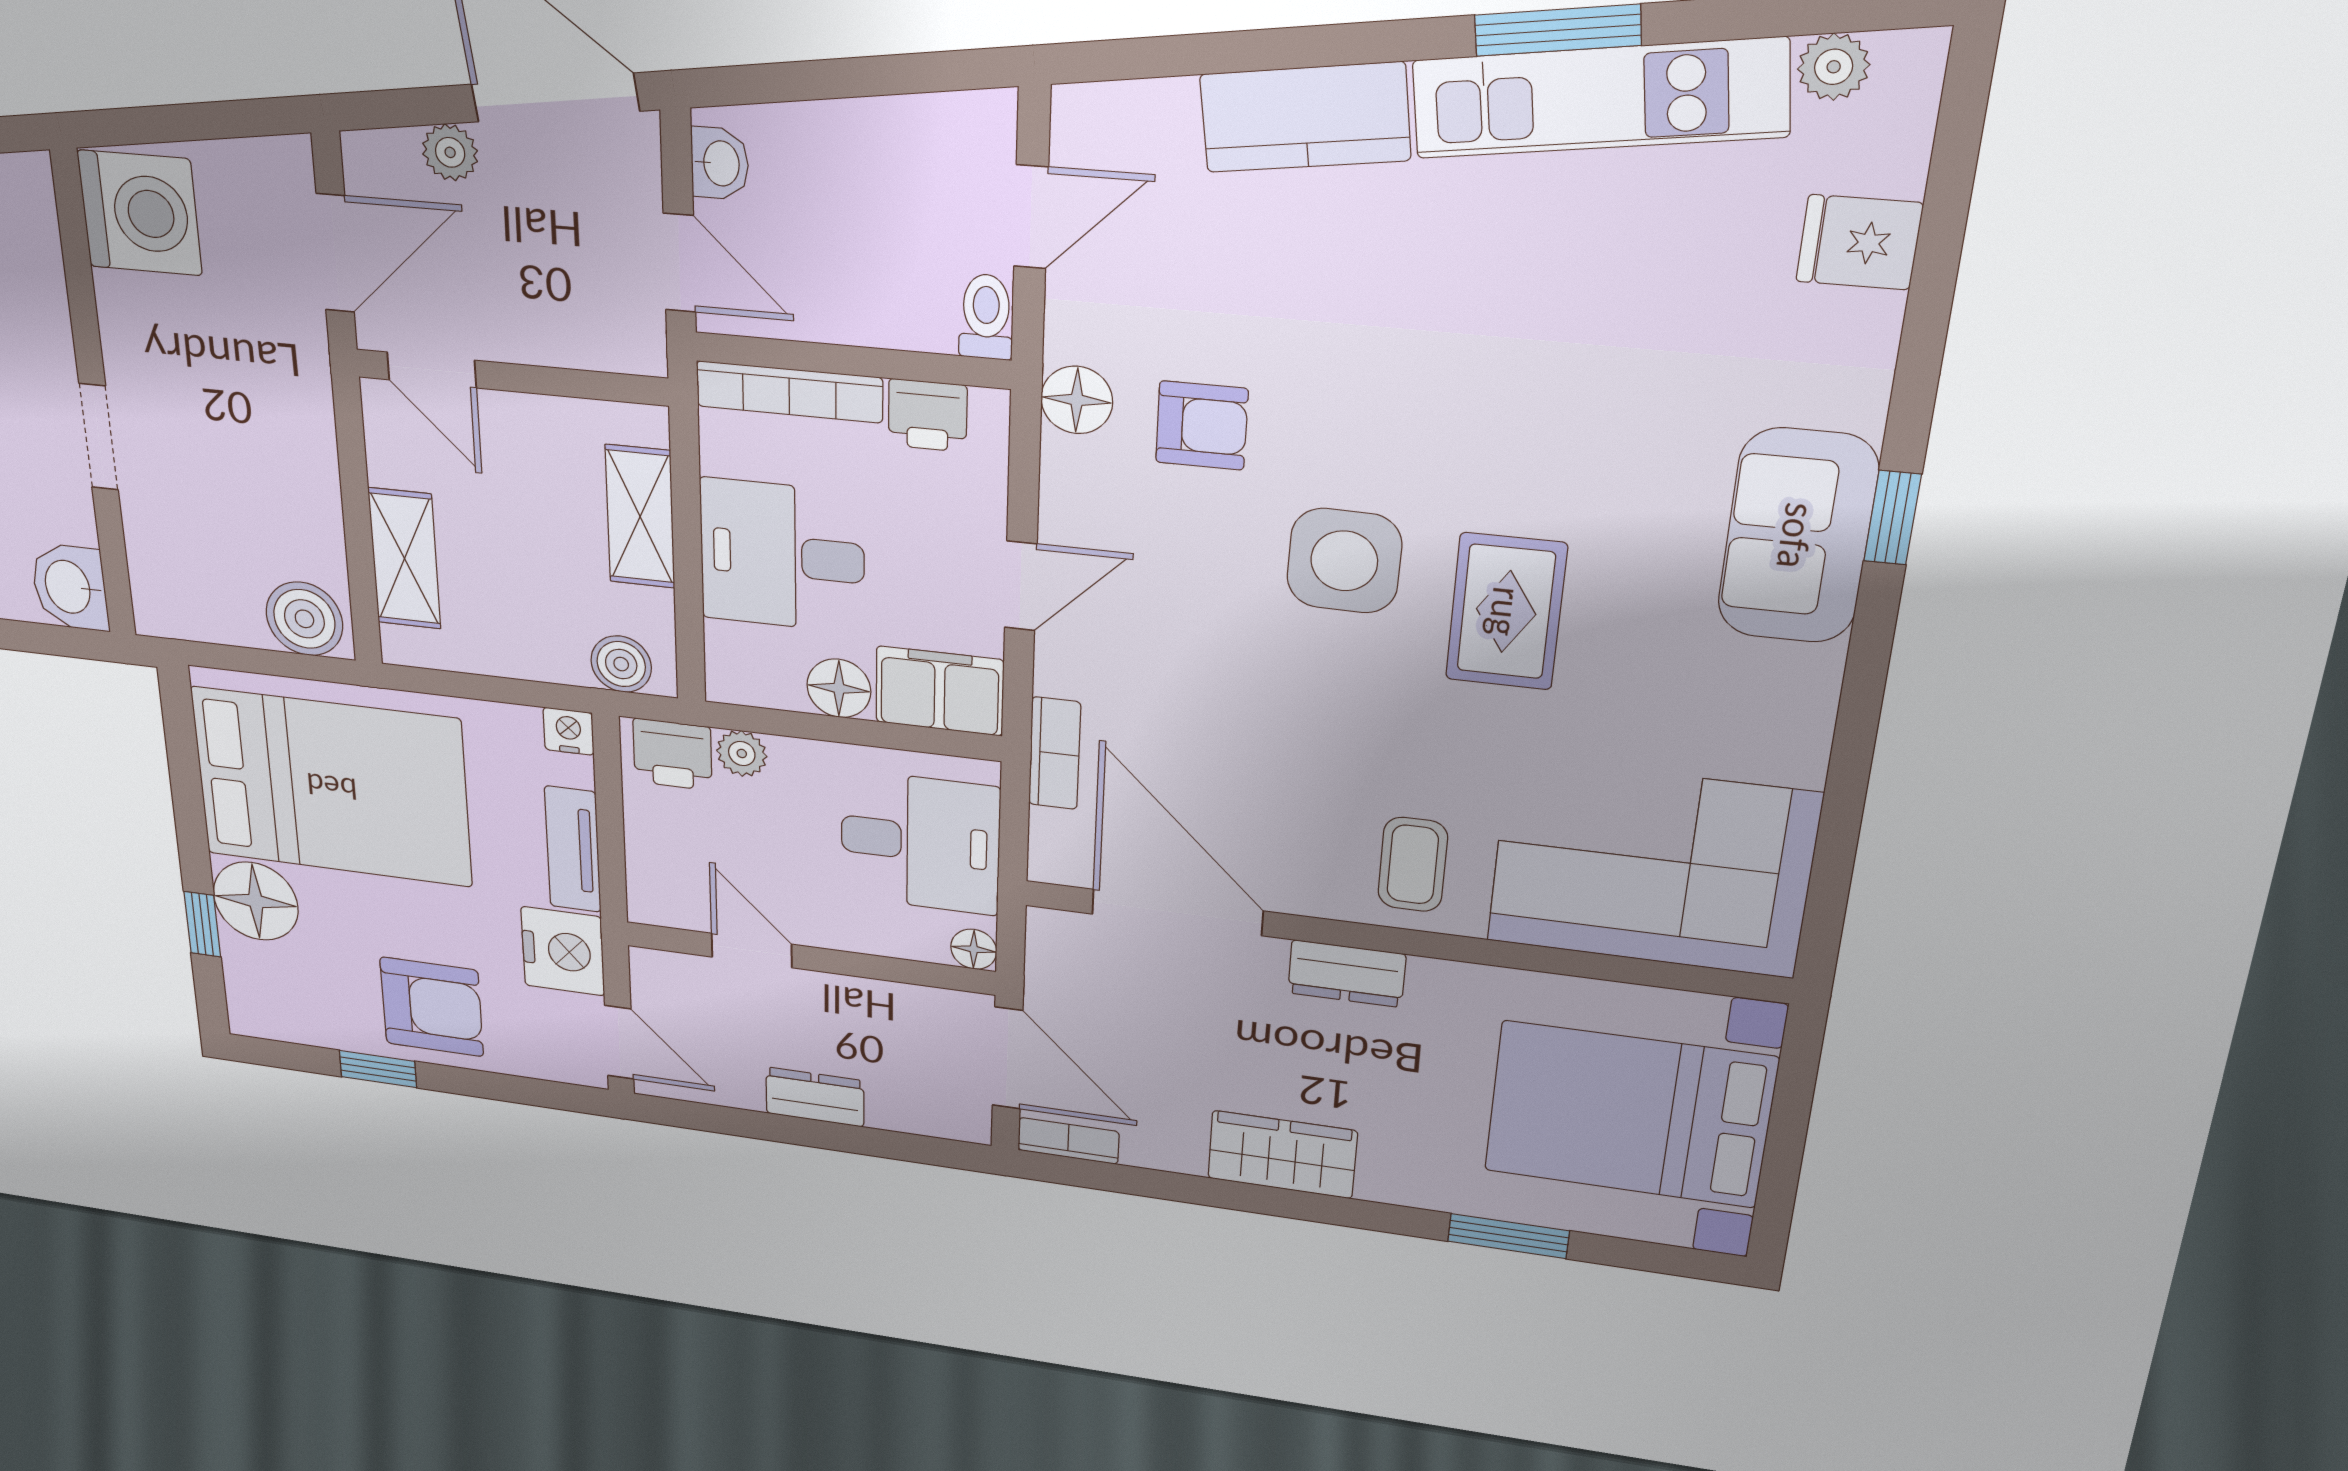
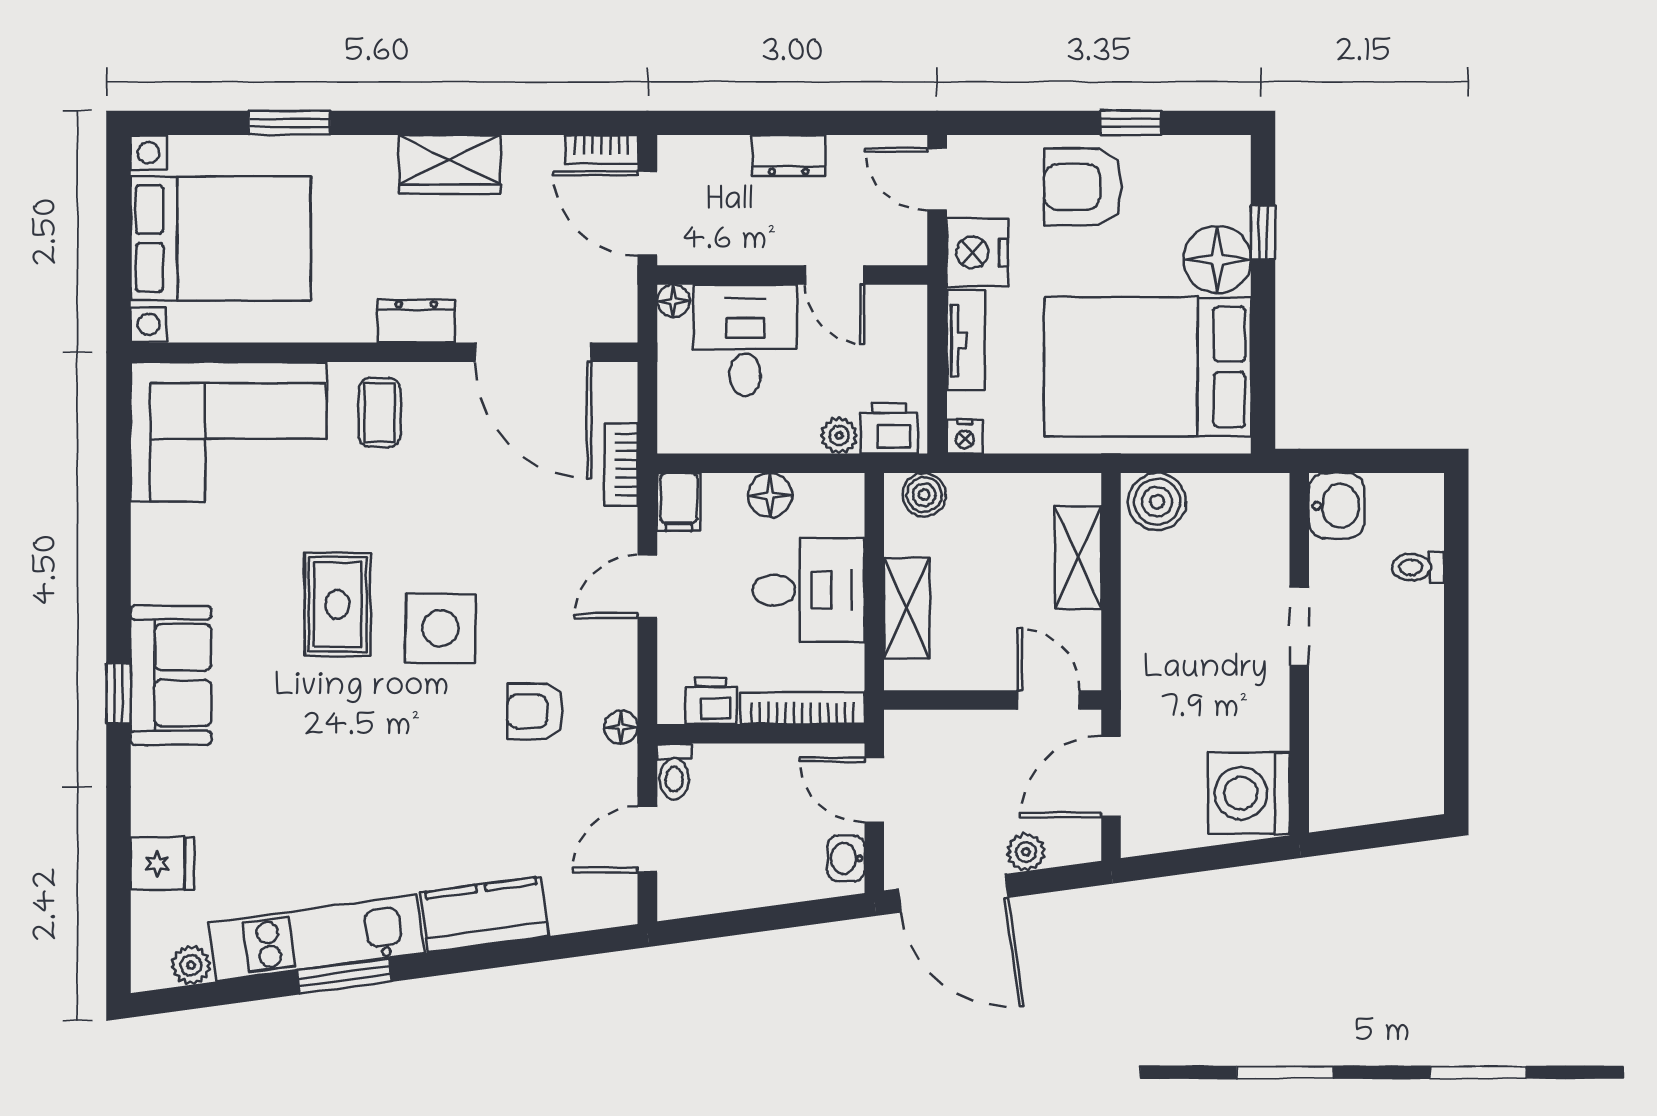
floor lamp: (1077, 400) -> (621, 727), width x0.73, depth x0.73
filing cabinet: (940, 691) -> (679, 502), width x0.50
desk: (920, 842) -> (745, 340), moved, turned 90

